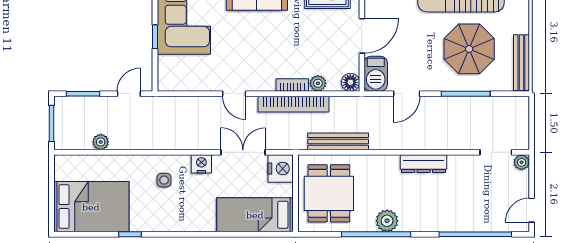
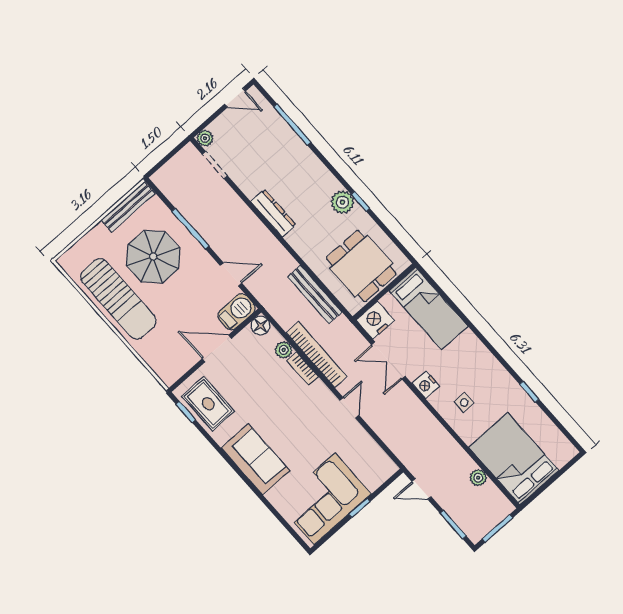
dining table: (329, 193) -> (361, 266), turned 90
bed: (91, 207) -> (514, 459), moved
window: (376, 234) -> (360, 201), width x0.32
window: (475, 234) -> (292, 125), width x0.68

